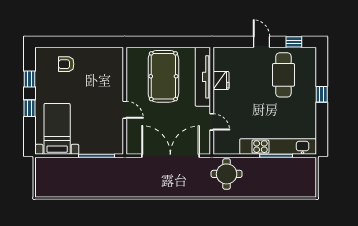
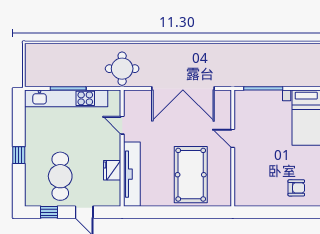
tv unit: (203, 77) -> (132, 174), moved
fridge: (221, 80) -> (112, 170), moved
wall: (212, 101) -> (122, 148), moved
door: (212, 122) -> (122, 125), moved

